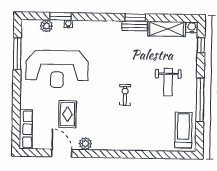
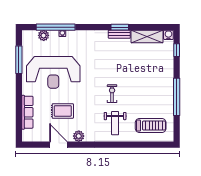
window: (60, 16) -> (56, 27), width x2.11
weight bench: (168, 82) -> (115, 123), moved
rug: (67, 114) -> (63, 111), turned 90
row of seats: (26, 129) -> (27, 112), moved
treadmill: (183, 130) -> (151, 126), moved, turned 90

